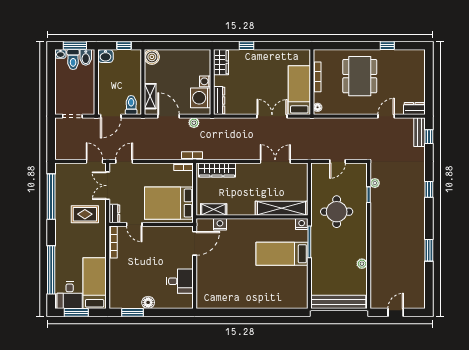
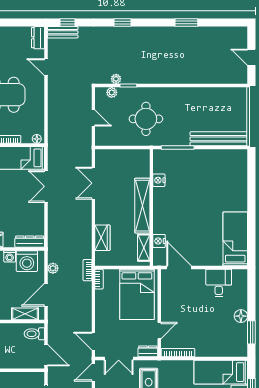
wardrobe: (217, 170) -> (102, 238), width x0.67
shelving: (282, 208) -> (142, 206), moved
nightstand: (302, 224) -> (159, 180), moved
bed: (282, 254) -> (235, 239), moved, turned 180
plant: (362, 264) -> (112, 92), moved
bench: (338, 302) -> (219, 139), moved, turned 90

